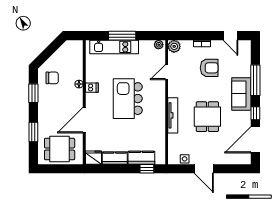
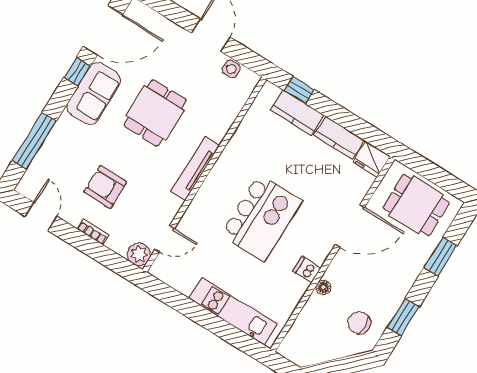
window: (122, 36) -> (210, 321), removed
plant: (159, 45) -> (161, 272), removed
door: (167, 72) -> (164, 239), moved
window: (255, 80) -> (34, 141), moved
sofa: (241, 94) -> (94, 93), moved
tv unit: (173, 115) -> (195, 168), moved

